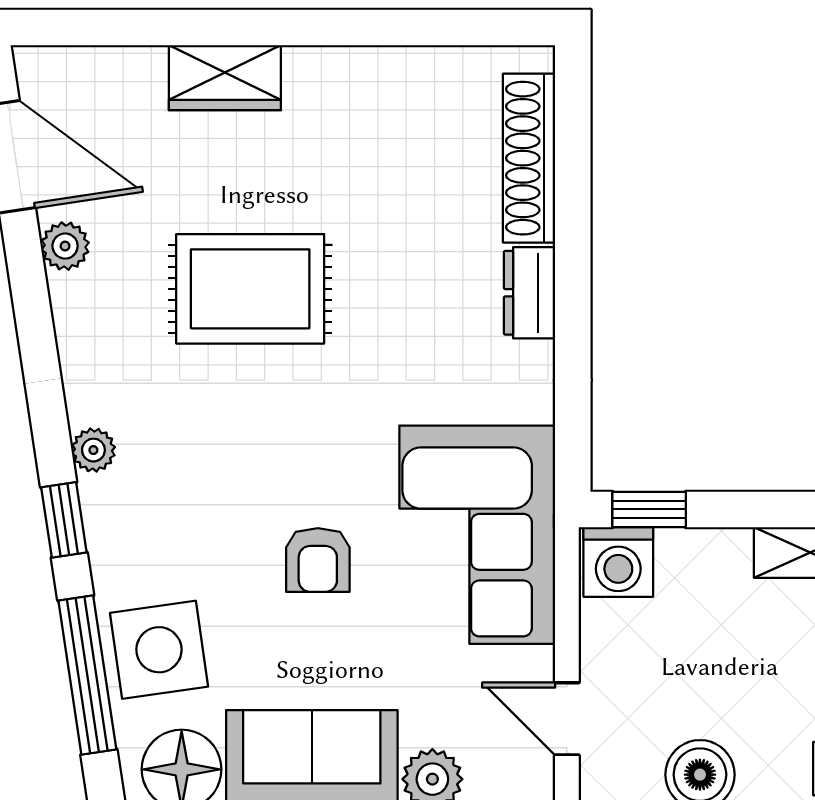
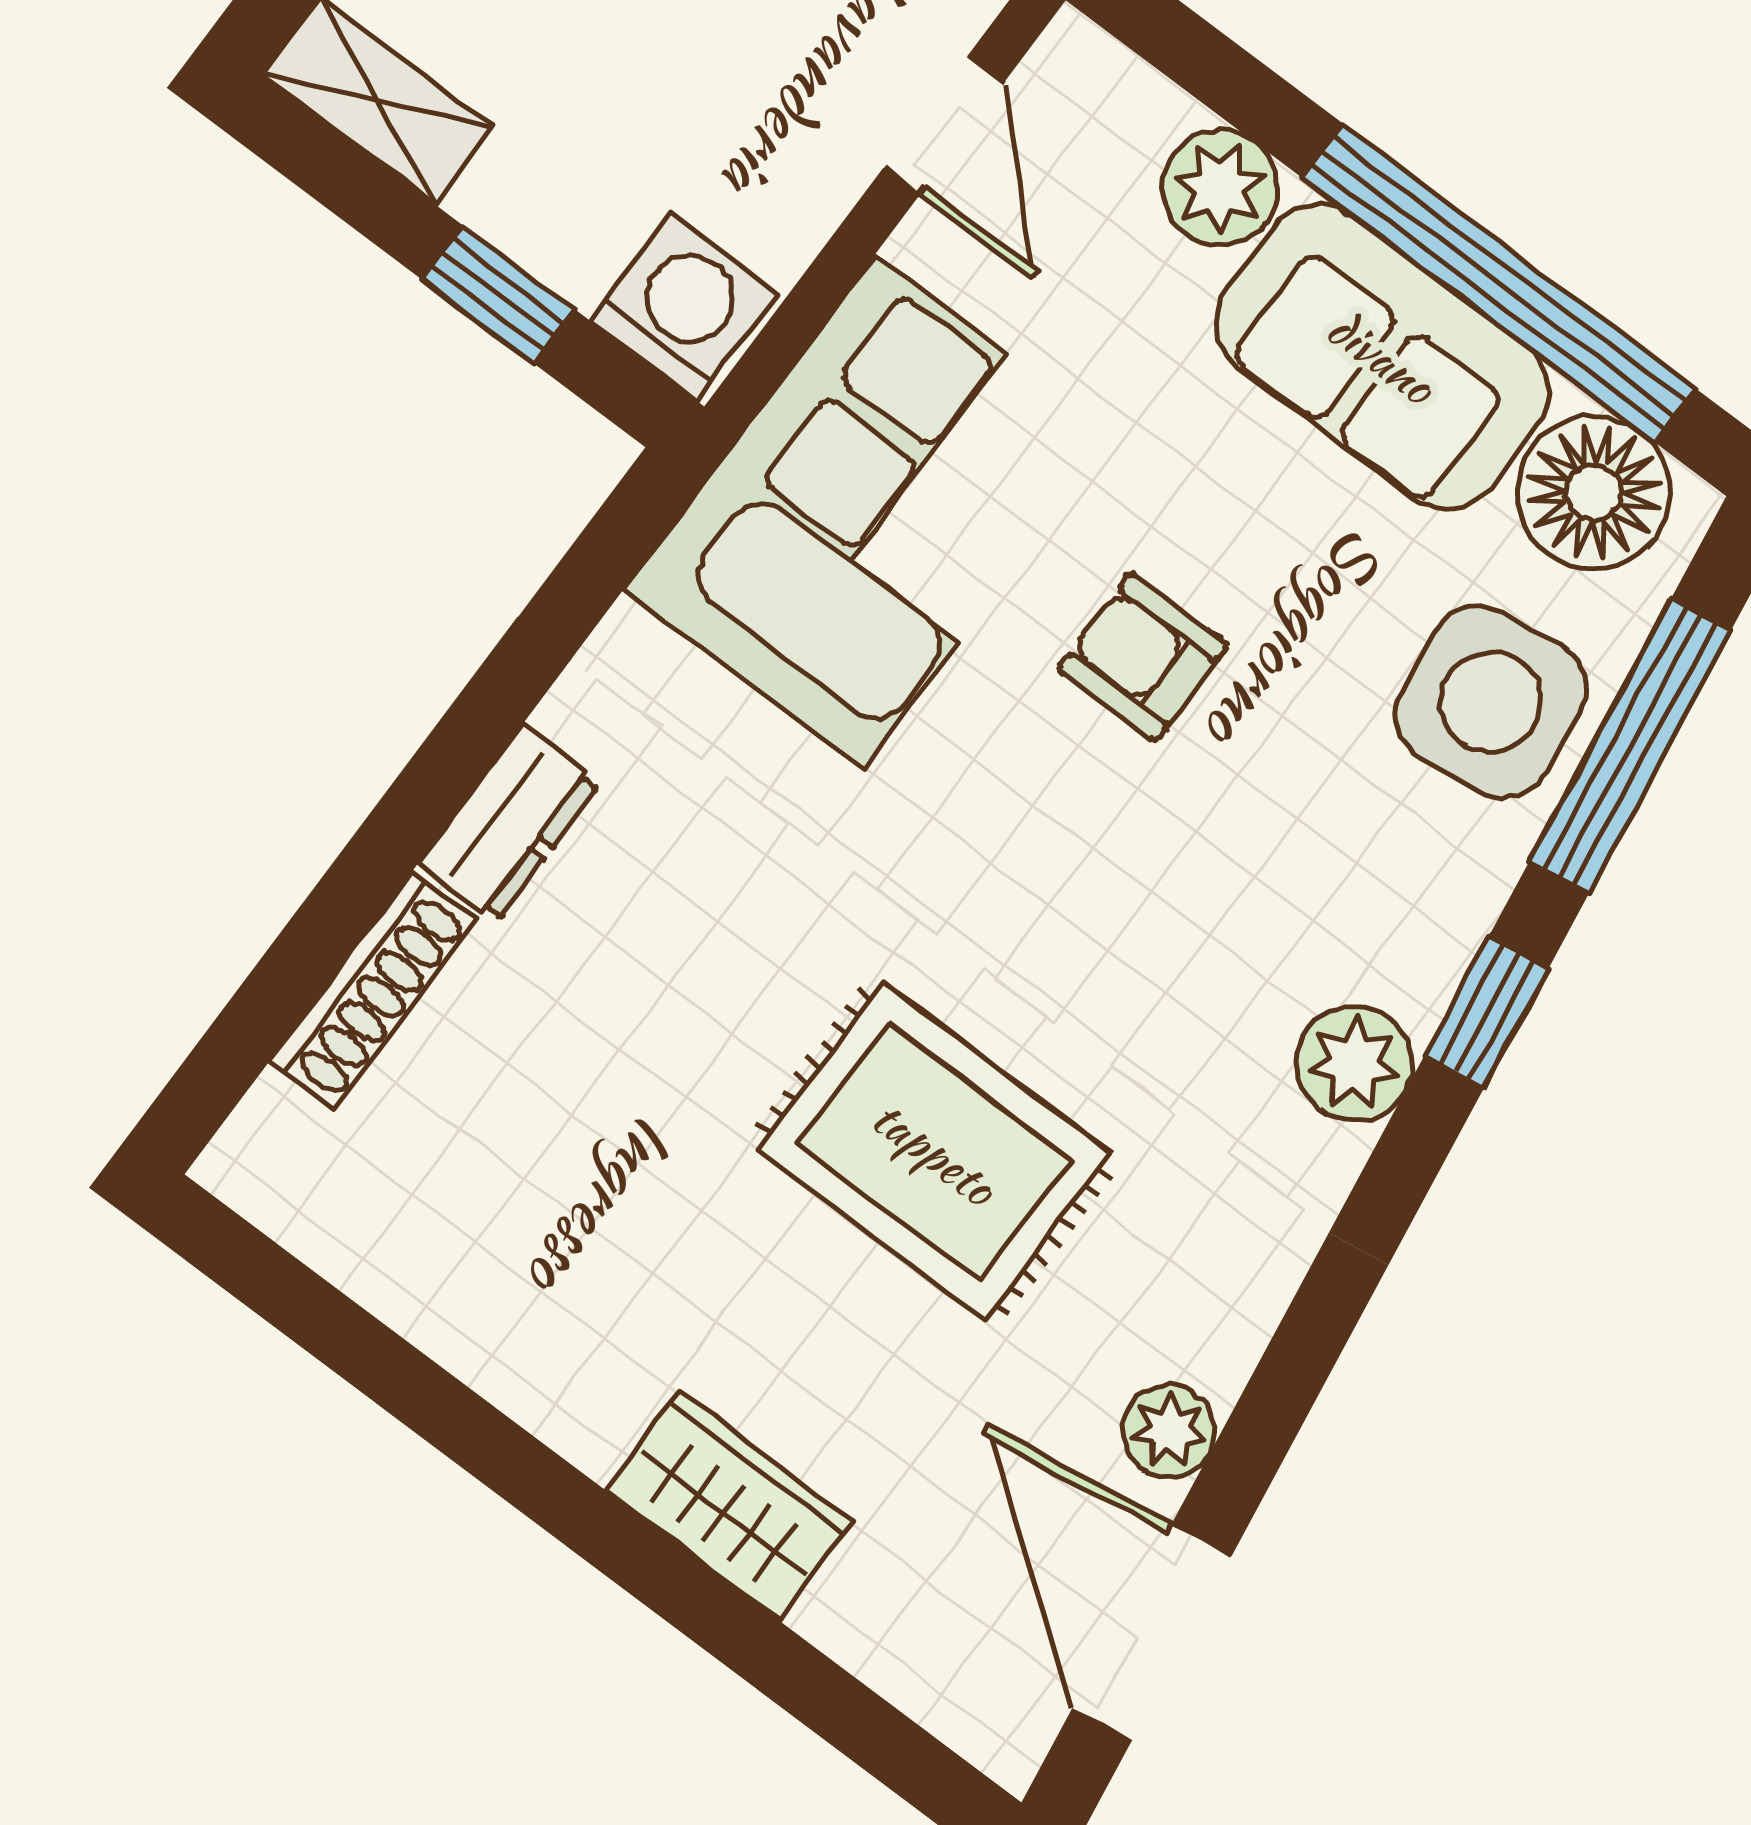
shoe rack: (529, 158) -> (373, 991), width x0.74, depth x0.81
plant: (93, 450) -> (1354, 1063), width x1.38, depth x1.38
window: (649, 509) -> (498, 294), moved
armchair: (318, 560) -> (1143, 657), turned -90

